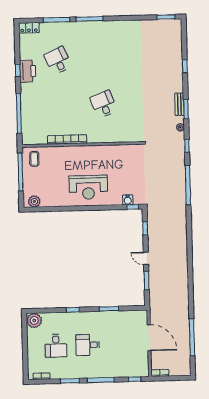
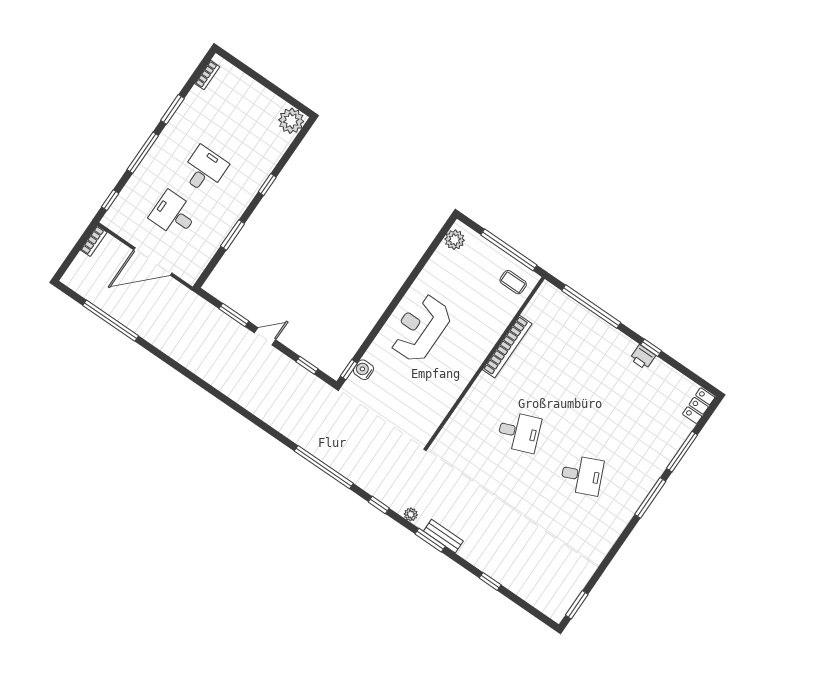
desk: (58, 61) -> (582, 475), moved
printer: (28, 71) -> (643, 357), width x0.53, depth x0.68
desk: (56, 346) -> (174, 214), moved

